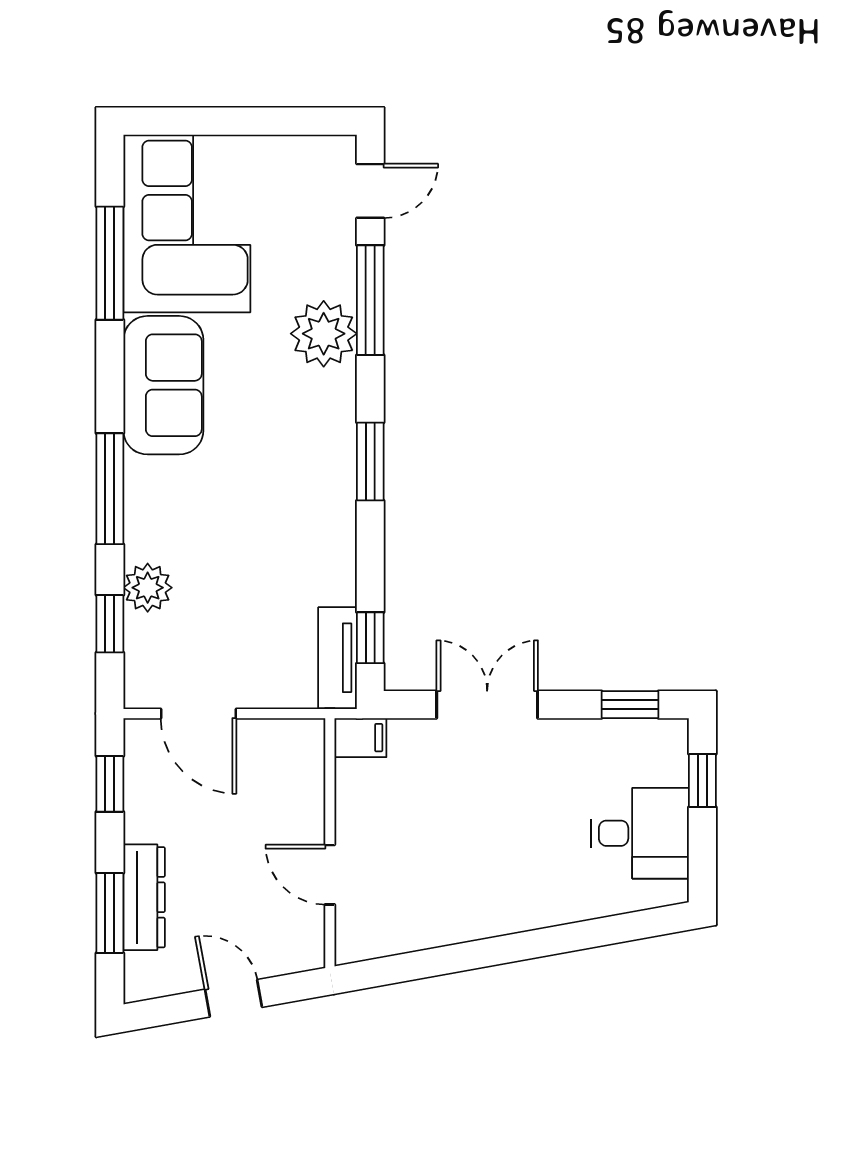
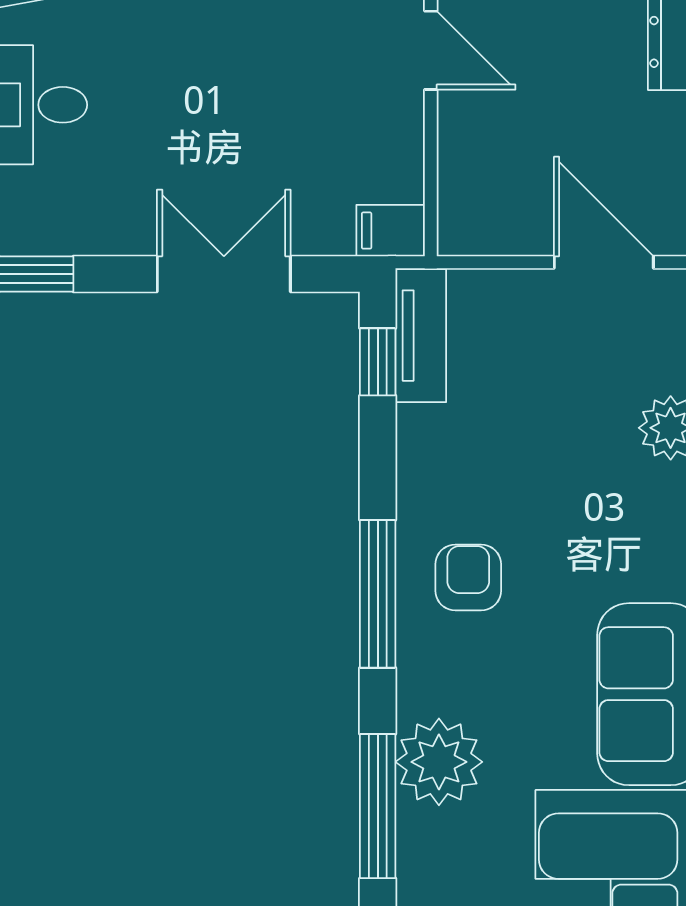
window: (370, 461) -> (378, 594), width x1.44
armchair: (301, 474) -> (468, 577), added
double door: (487, 705) -> (224, 274), swing flipped

